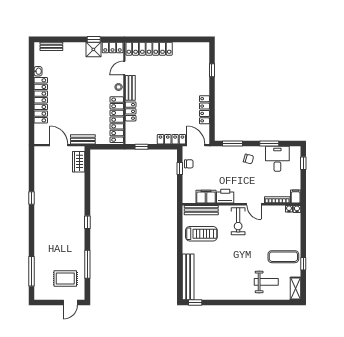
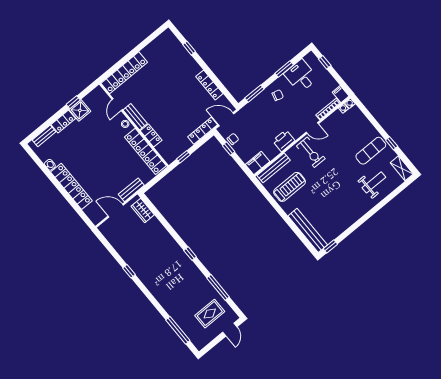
locker: (113, 47) -> (63, 122), moved
filing cabinet: (206, 197) -> (257, 163), moved

